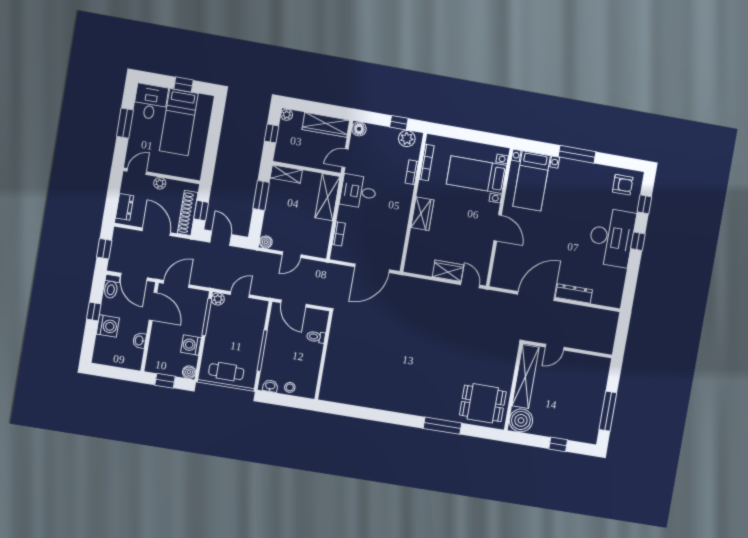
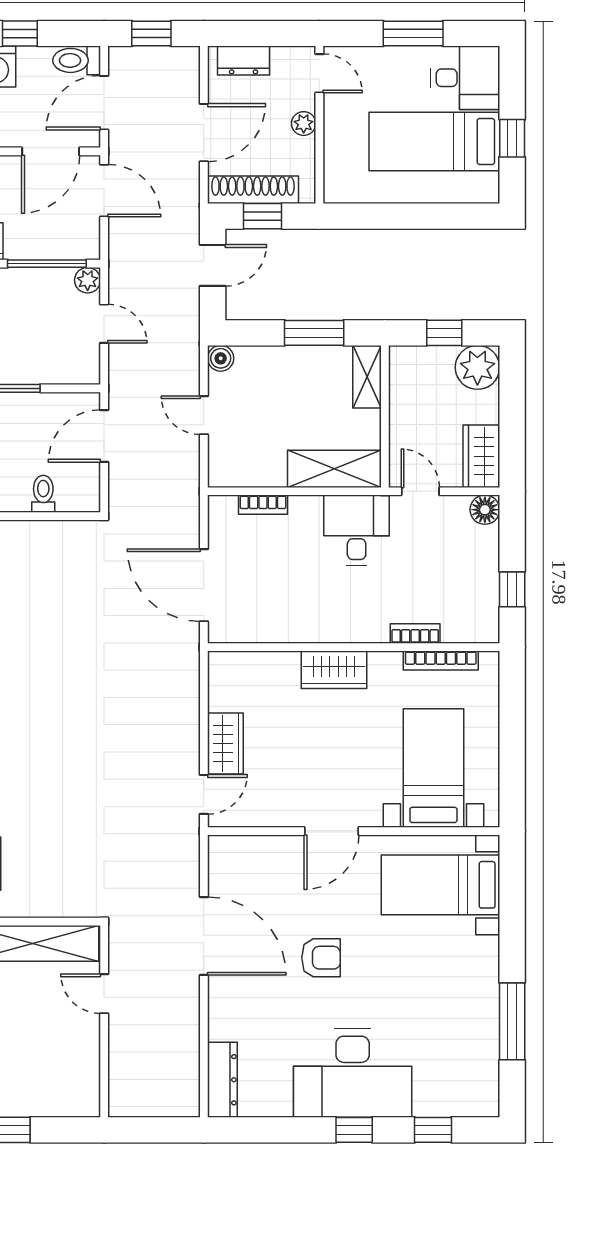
plant: (287, 115) -> (477, 367), width x1.87, depth x1.87
wardrobe: (326, 125) -> (481, 456), width x0.67
plant: (407, 139) -> (482, 611), removed
window: (577, 154) -> (512, 1021), moved
armchair: (623, 185) -> (321, 958), moved, turned -90
dresser: (574, 294) -> (222, 1080), moved

